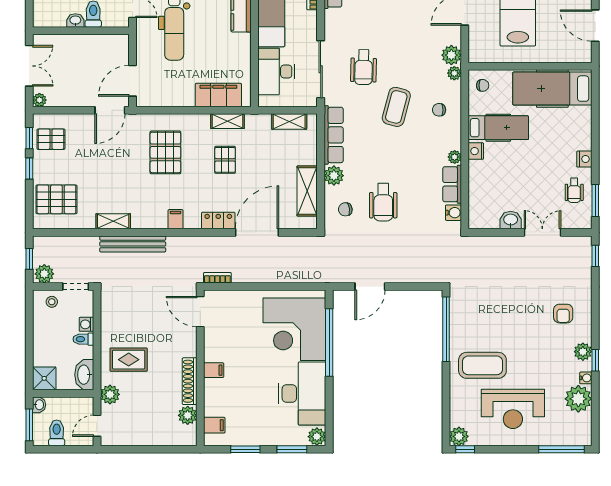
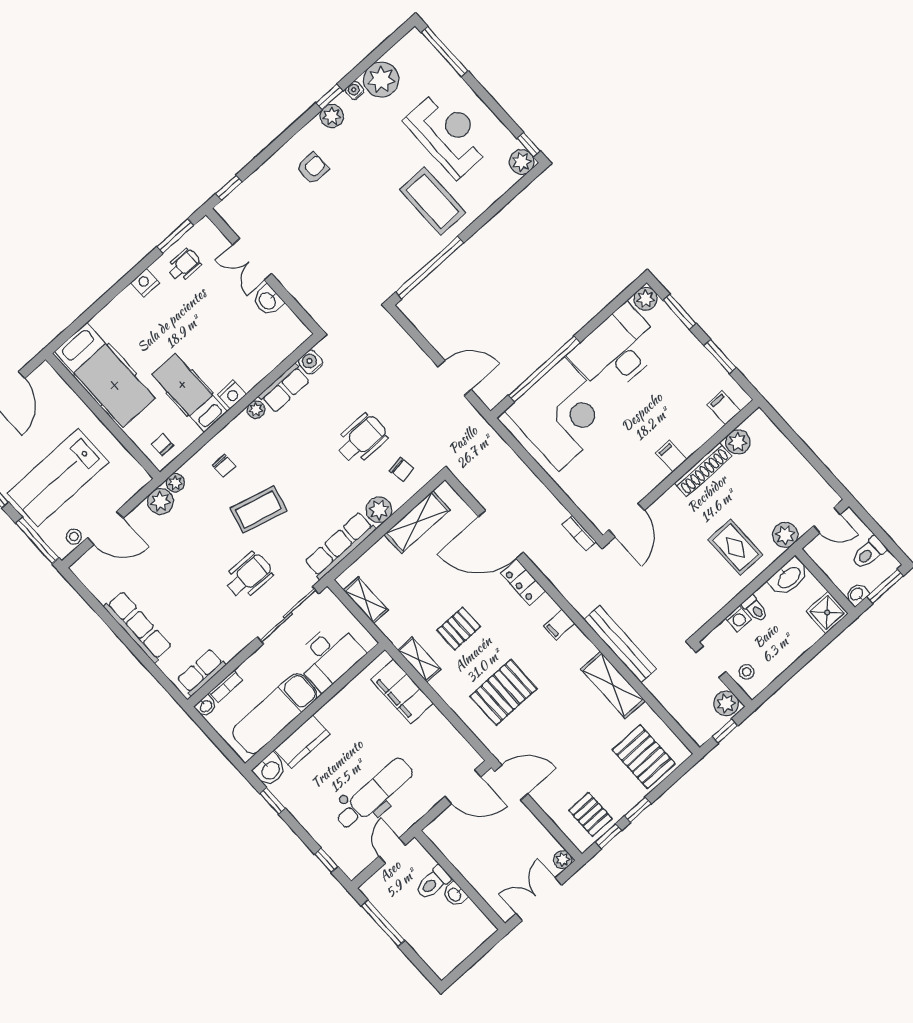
shelving: (113, 221) -> (613, 685), width x1.50, depth x1.33

